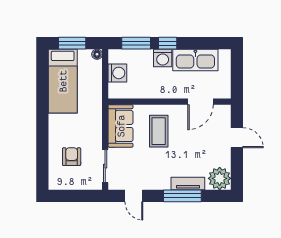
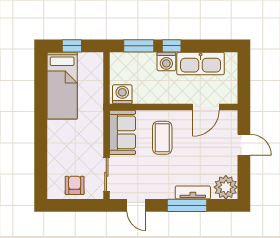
window: (72, 43) -> (72, 46), width x0.67
floor lamp: (97, 54) -> (98, 58), removed
washing machine: (117, 73) -> (122, 94), moved, turned -90
armchair: (72, 157) -> (75, 185), moved

